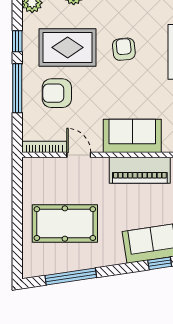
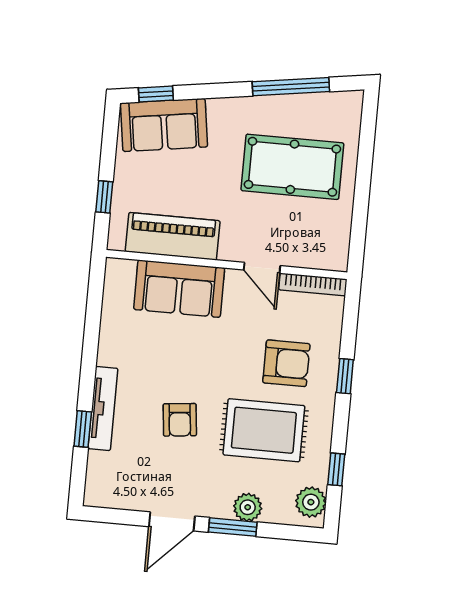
window: (17, 41) -> (336, 469), moved
window: (17, 88) -> (345, 376), width x0.46

